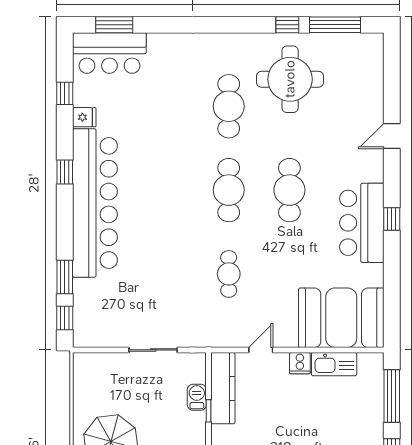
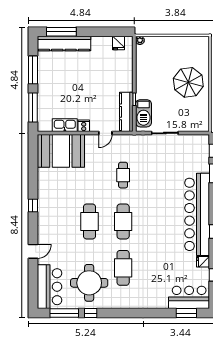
bar counter: (362, 223) -> (49, 287), moved
barbecue: (197, 397) -> (143, 113), width x1.88, depth x1.53

